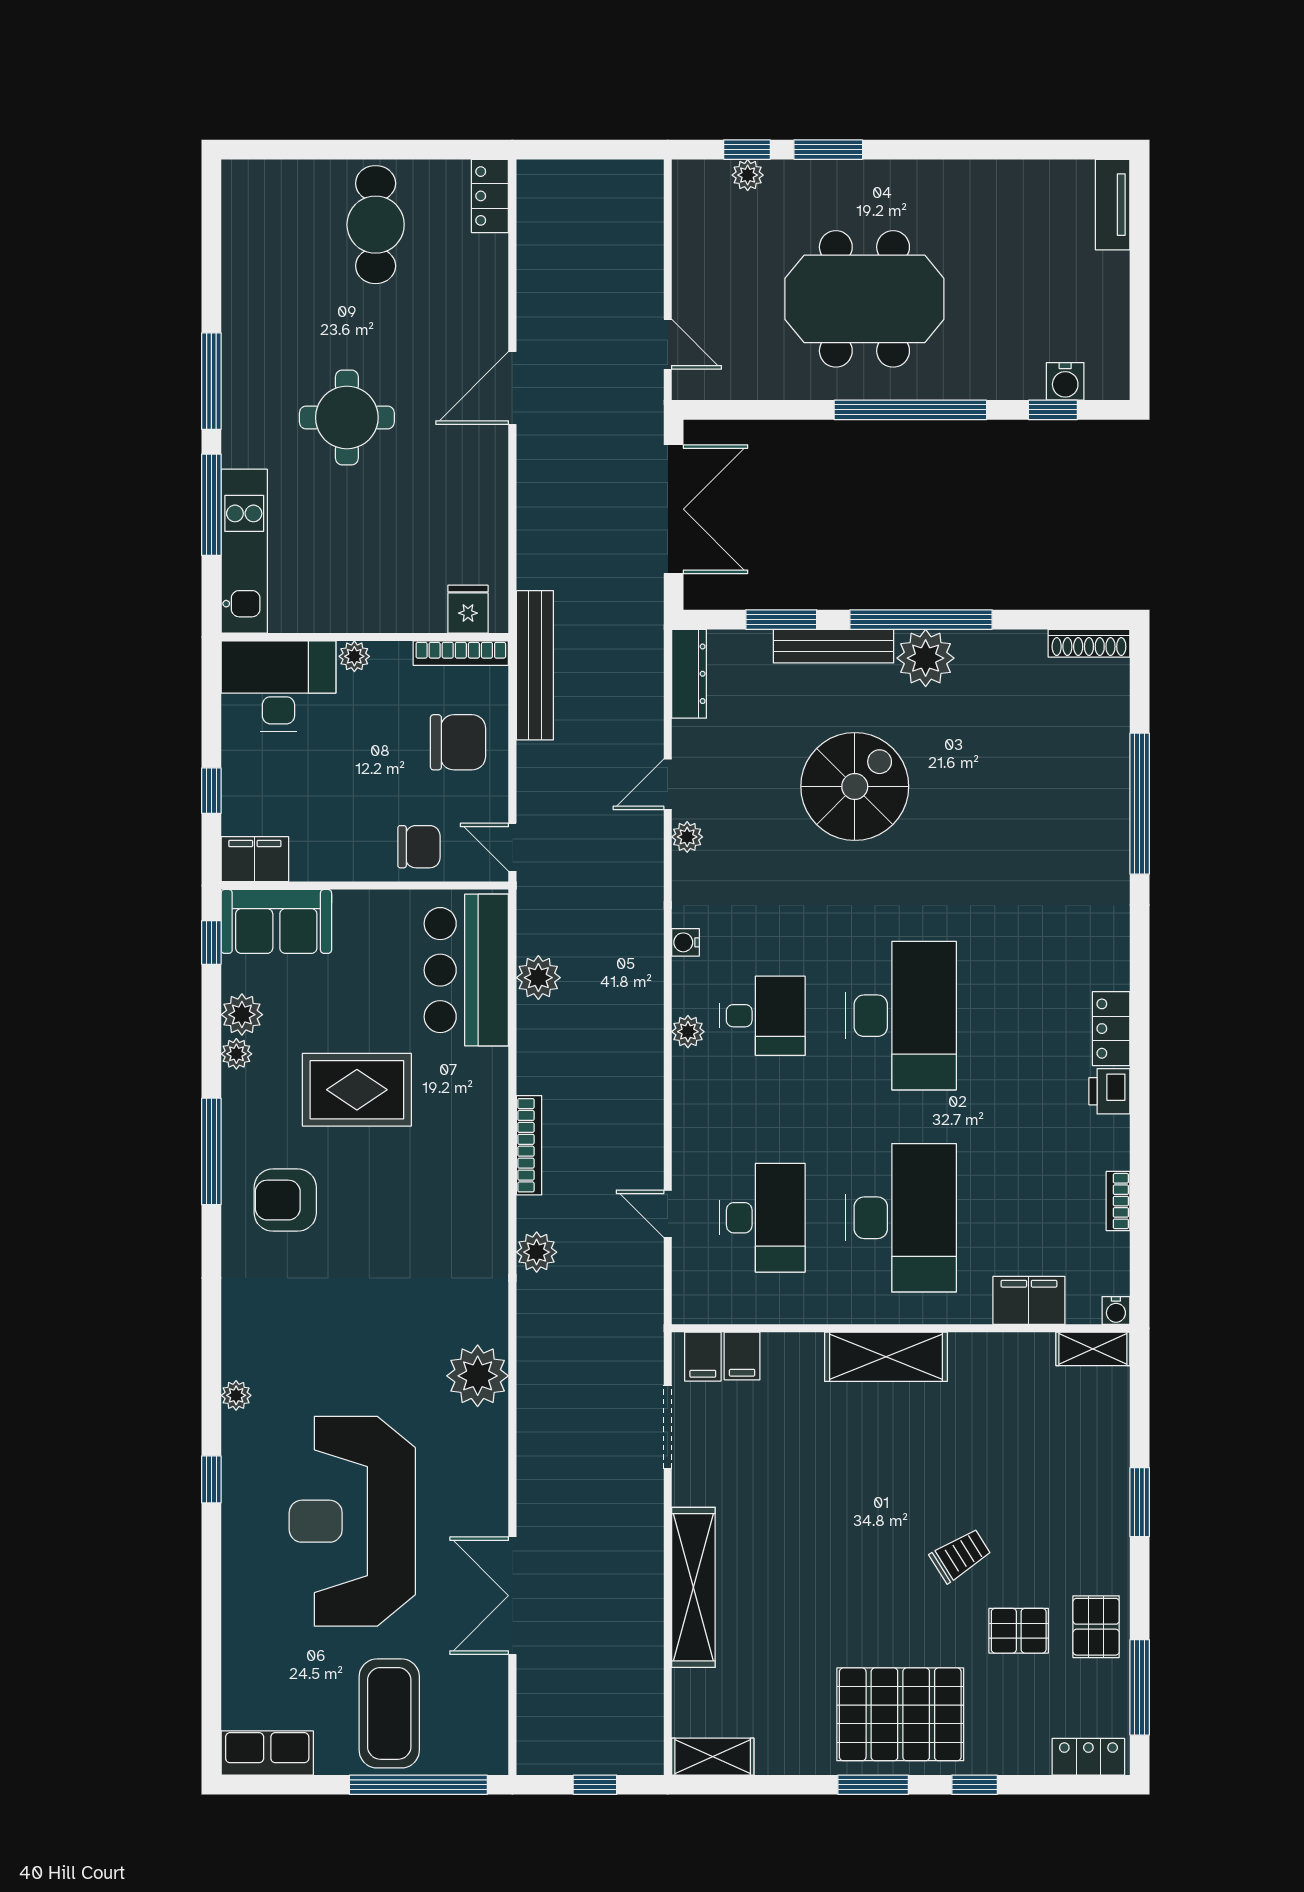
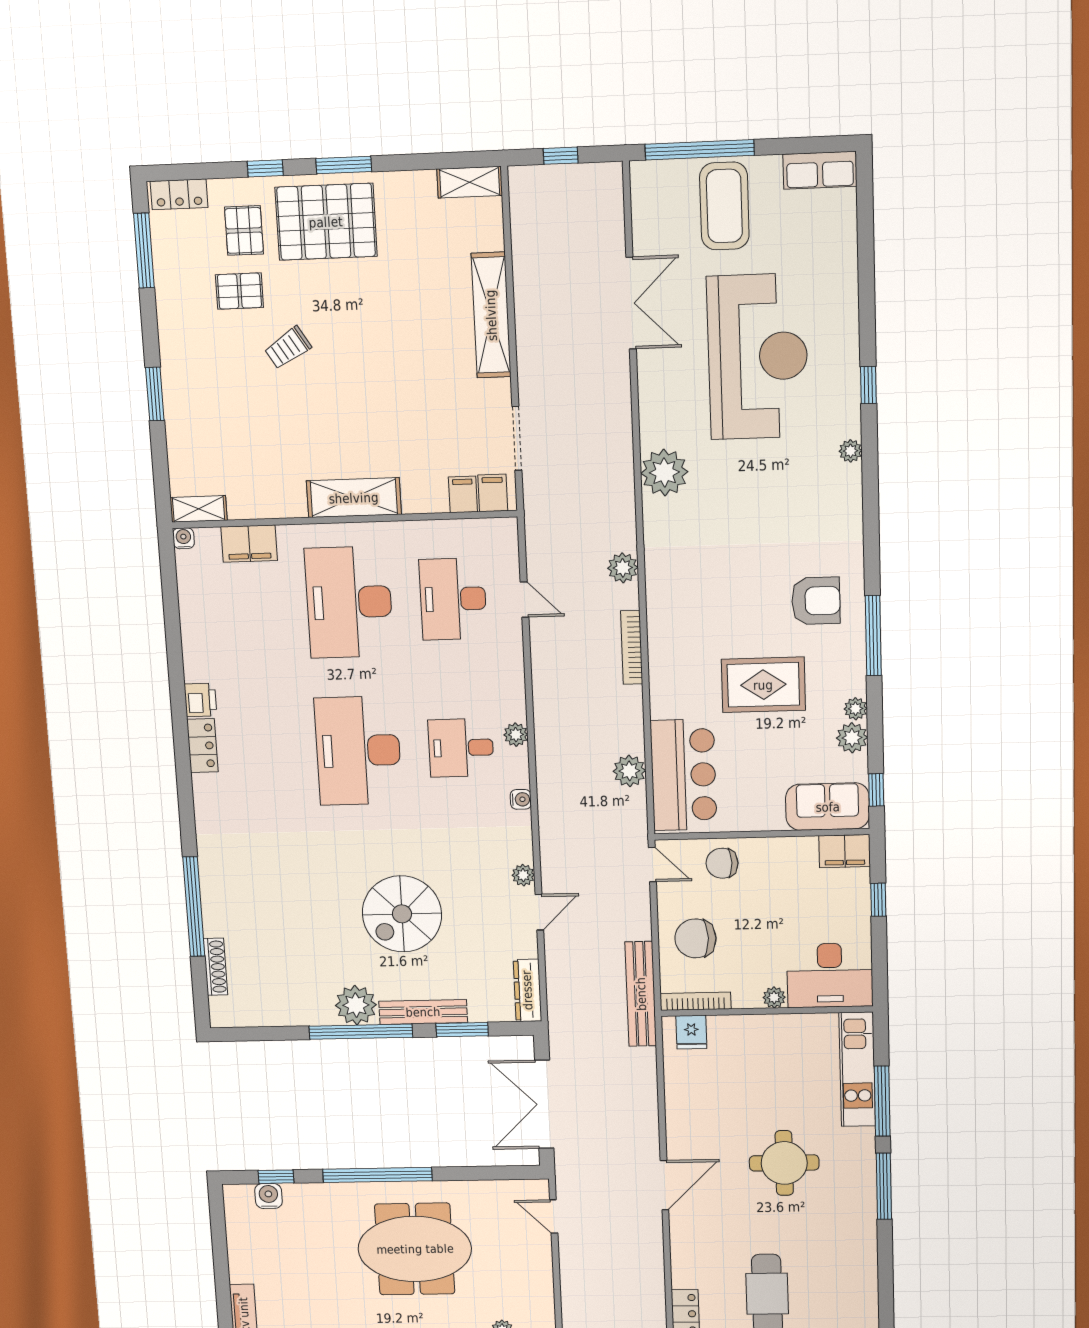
shoe rack: (1089, 643) -> (215, 967), moved, turned 90
bookcase: (1118, 1201) -> (188, 620), removed
pallet: (1096, 1627) -> (244, 230), moved

